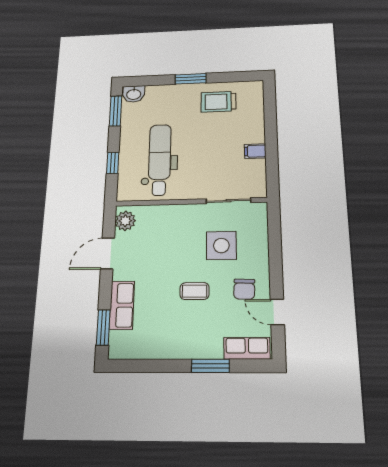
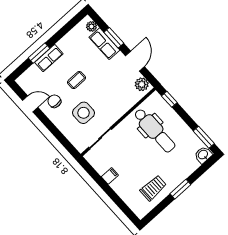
window: (113, 163) -> (169, 99), moved
window: (103, 328) -> (114, 38), moved
plant: (117, 340) -> (91, 26), added
row of seats: (247, 348) -> (49, 58), moved

